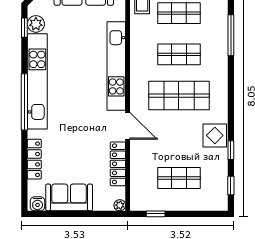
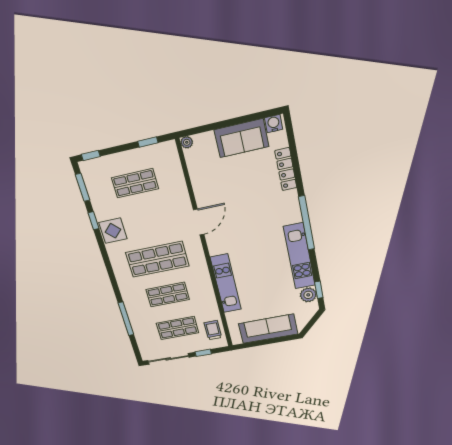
kitchen unit: (116, 66) -> (226, 284), width x0.73
kitchen unit: (37, 81) -> (299, 256), width x0.73
door: (128, 126) -> (199, 222), swing flipped
locker: (118, 164) -> (199, 184), removed
window: (231, 186) -> (83, 187), width x1.50
window: (213, 214) -> (91, 155), added

